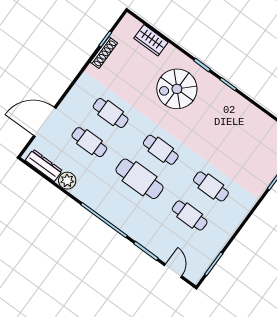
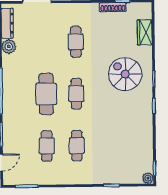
cafe table: (89, 142) -> (46, 42), removed

